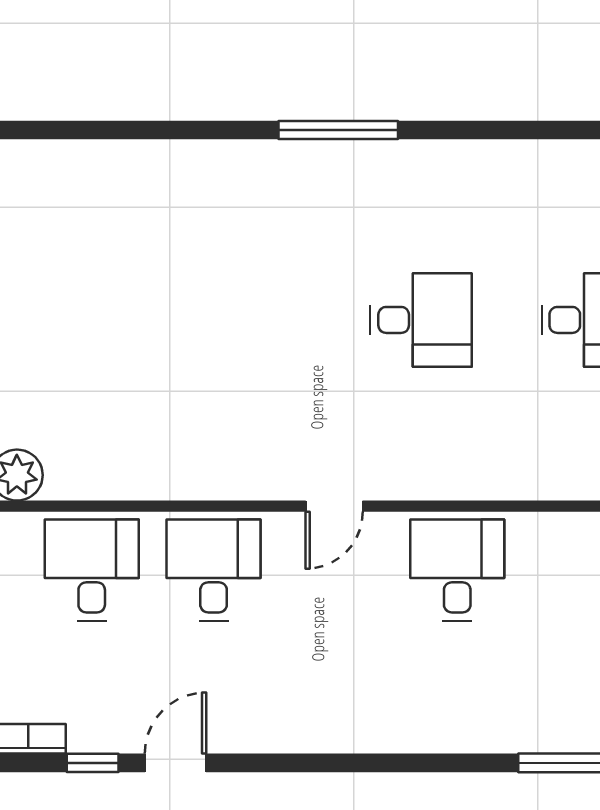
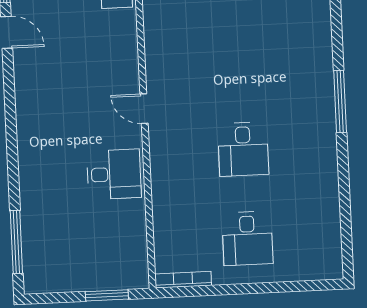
desk: (214, 570) -> (108, 47), removed

